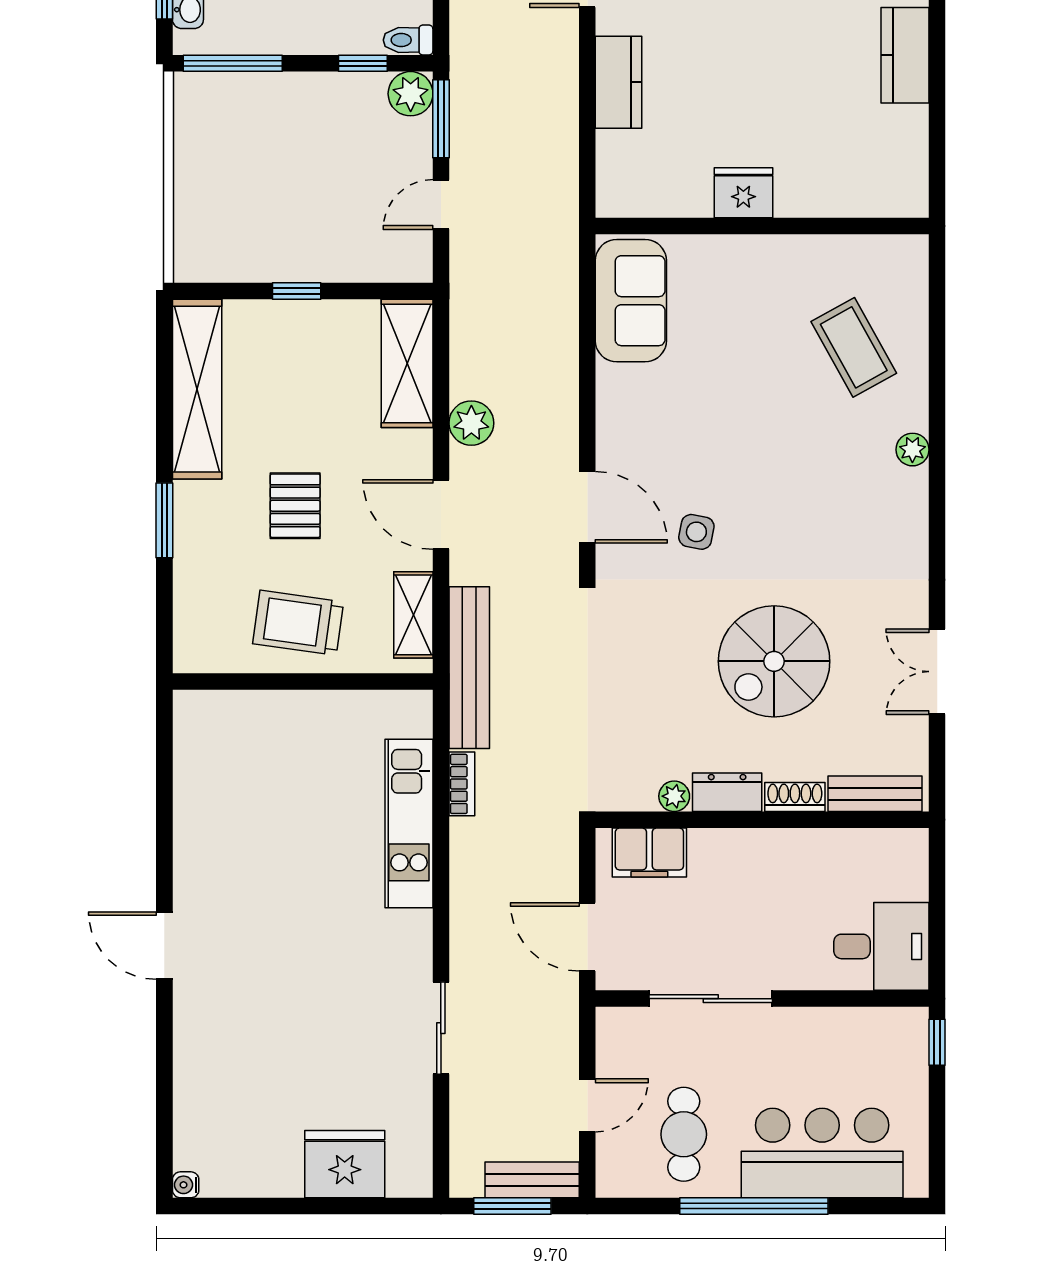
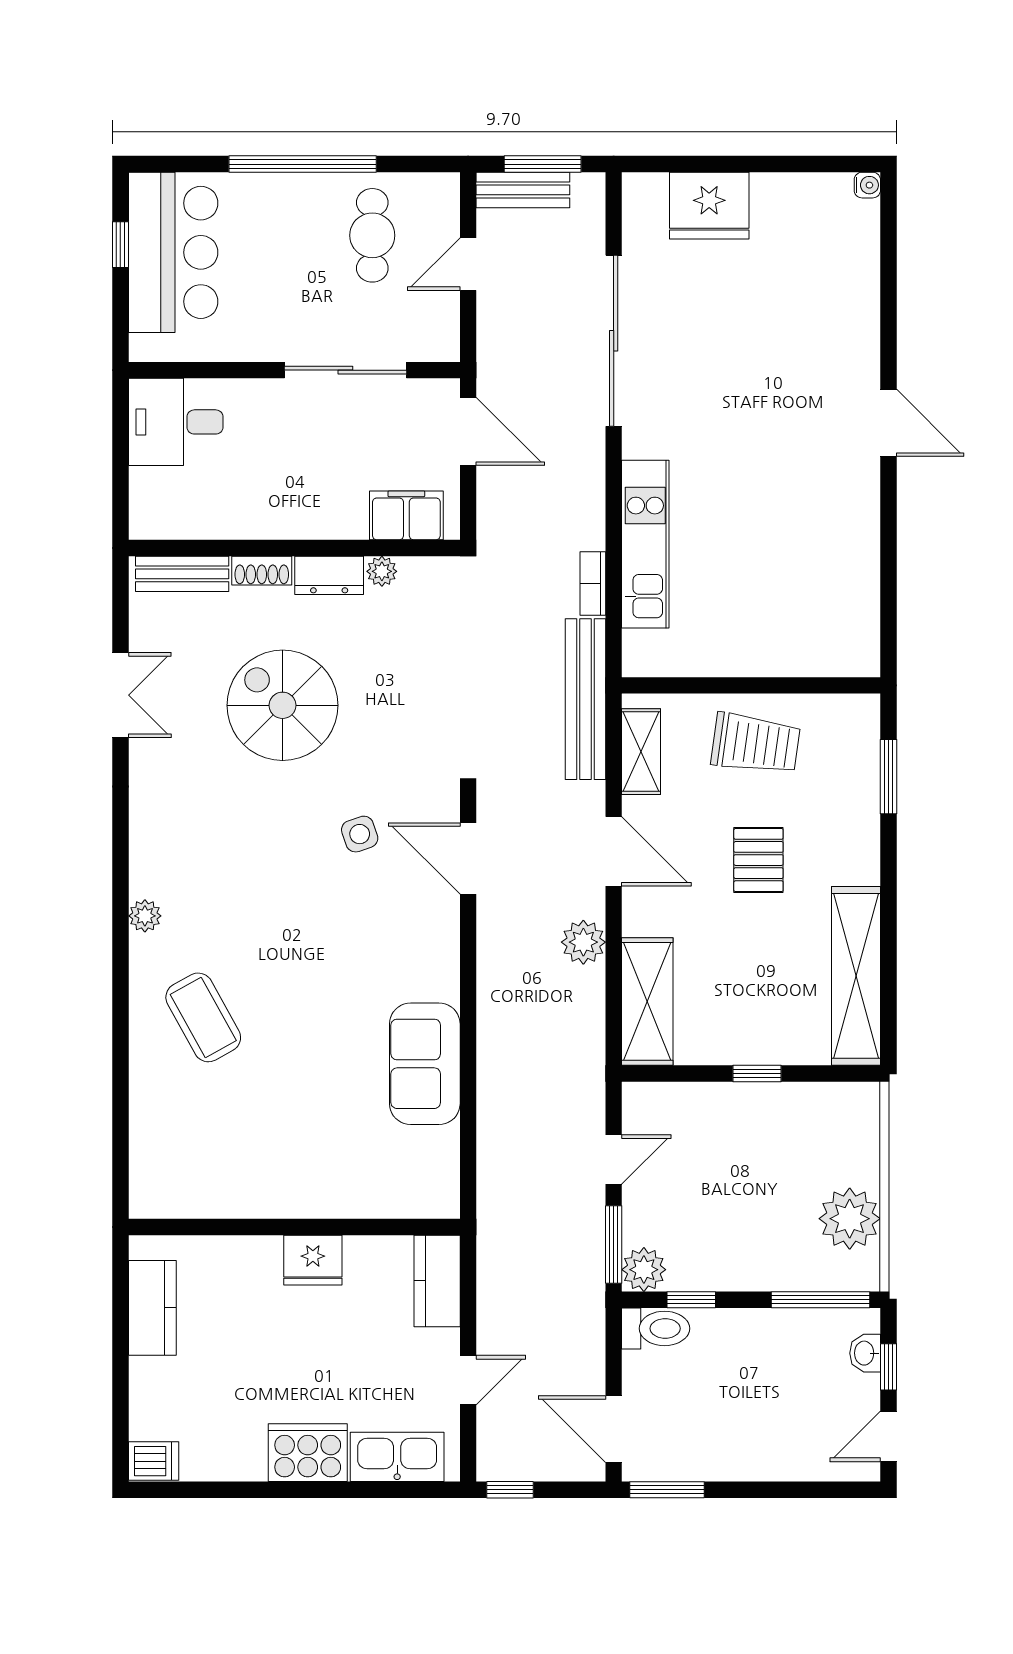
toilet: (408, 40) -> (656, 1328), width x1.37, depth x1.39
plant: (203, 145) -> (850, 1219), added
fridge: (743, 193) -> (313, 1260), moved
wall: (762, 226) -> (294, 1227), moved
window: (164, 520) -> (888, 777), moved
side table: (696, 532) -> (360, 834), turned -30
spiral stairs: (774, 661) -> (283, 705), turned -90
sliding door: (441, 1028) -> (614, 341), width x1.86
window: (937, 1042) -> (120, 245), moved
bar counter: (822, 1153) -> (173, 252), moved, turned -90

